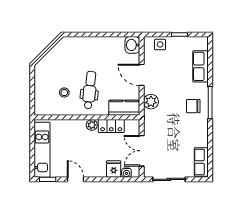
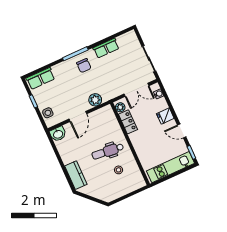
row of seats: (201, 66) -> (40, 78), moved
kitchen counter: (124, 108) -> (76, 175), moved, turned 180
plant: (92, 125) -> (120, 107), moved
row of seats: (201, 162) -> (106, 48), moved
fridge: (114, 169) -> (165, 116), moved
door: (75, 179) -> (182, 131), hinge flipped

